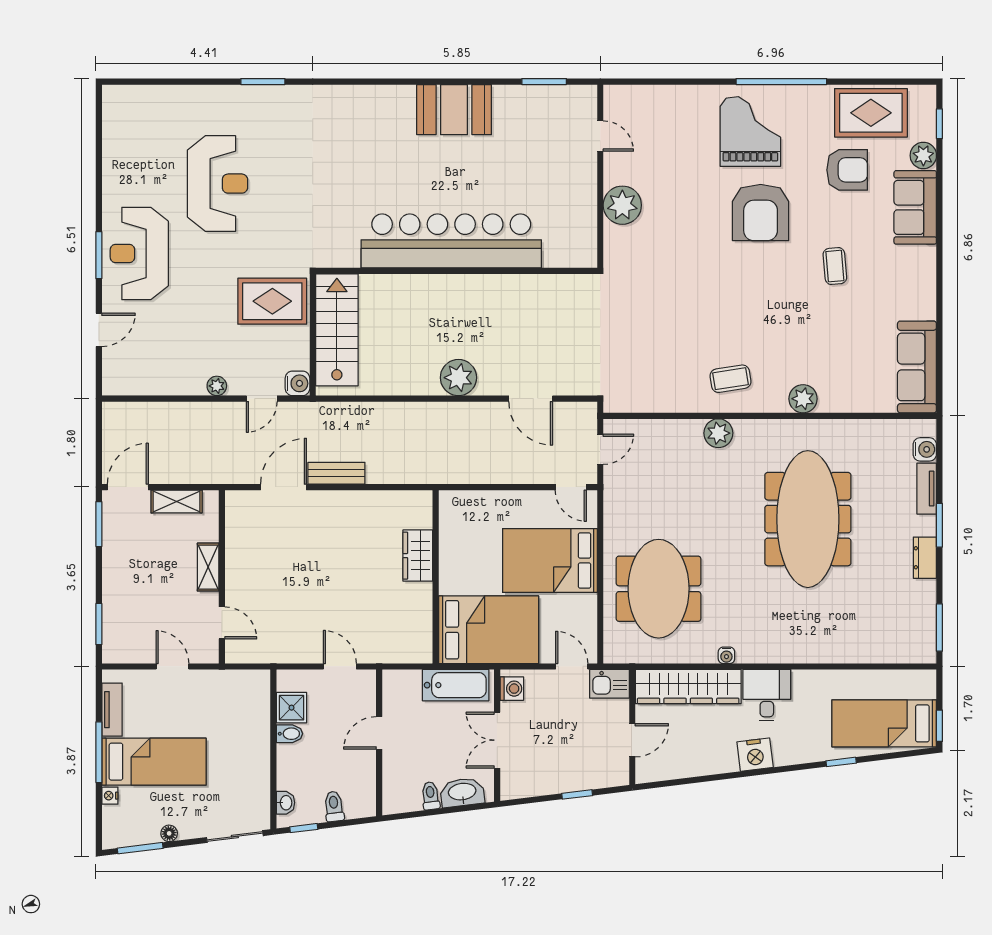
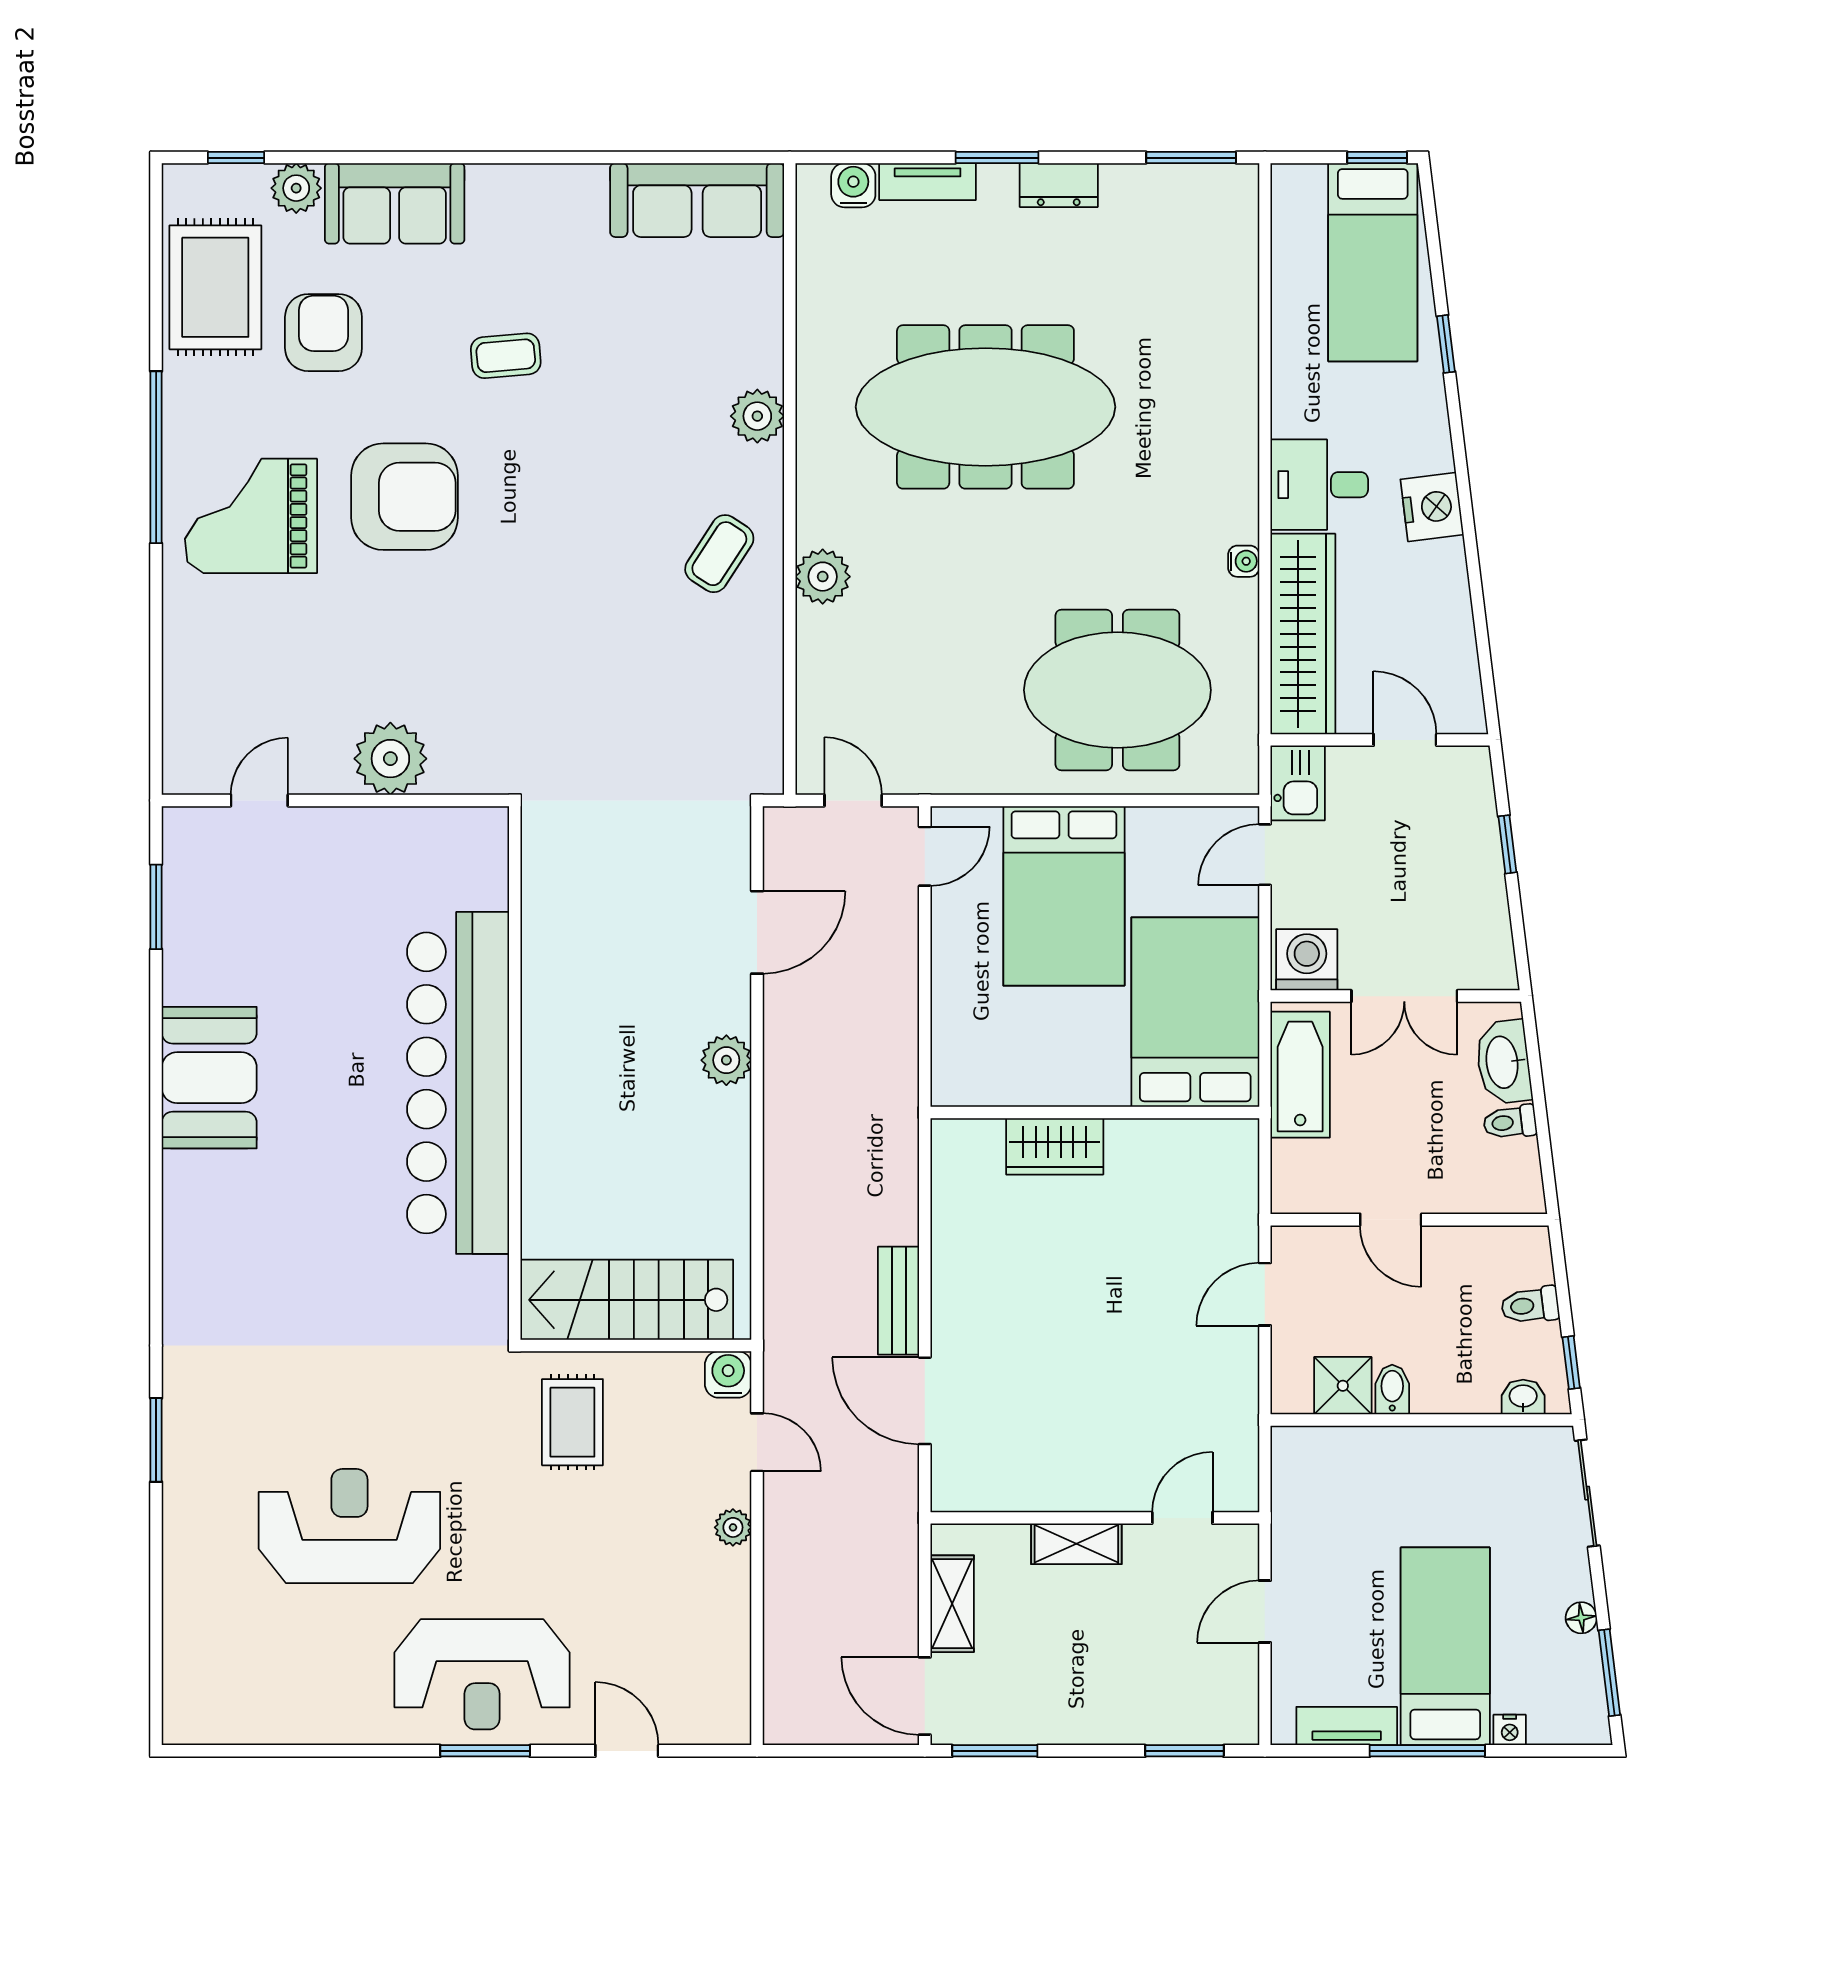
rug: (272, 301) -> (572, 1422), width x0.73, depth x0.70
plant: (458, 378) -> (726, 1060), width x0.73, depth x0.73
coffee table: (730, 379) -> (719, 554), turned 42
washing machine: (512, 689) -> (1307, 960), width x1.38, depth x1.38

